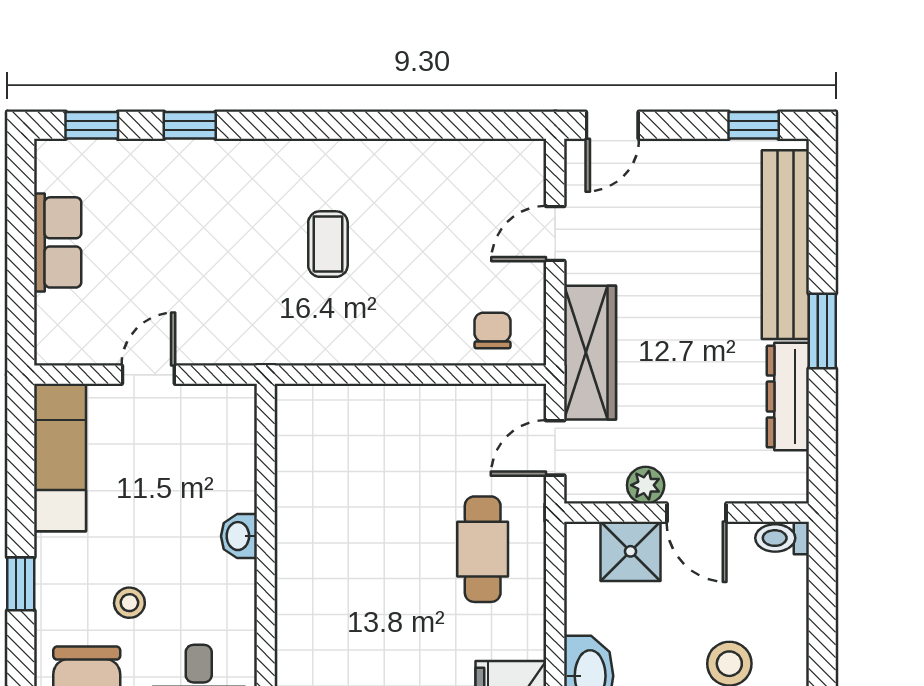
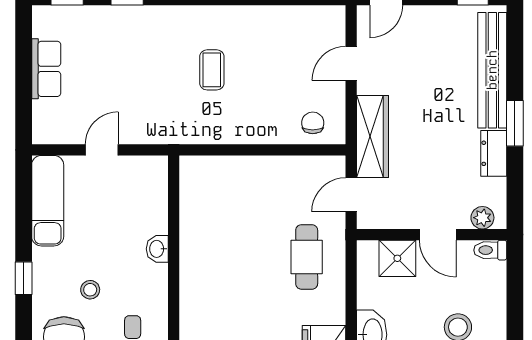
dresser: (788, 397) -> (494, 153), width x0.70
plant: (646, 485) -> (482, 218), moved

